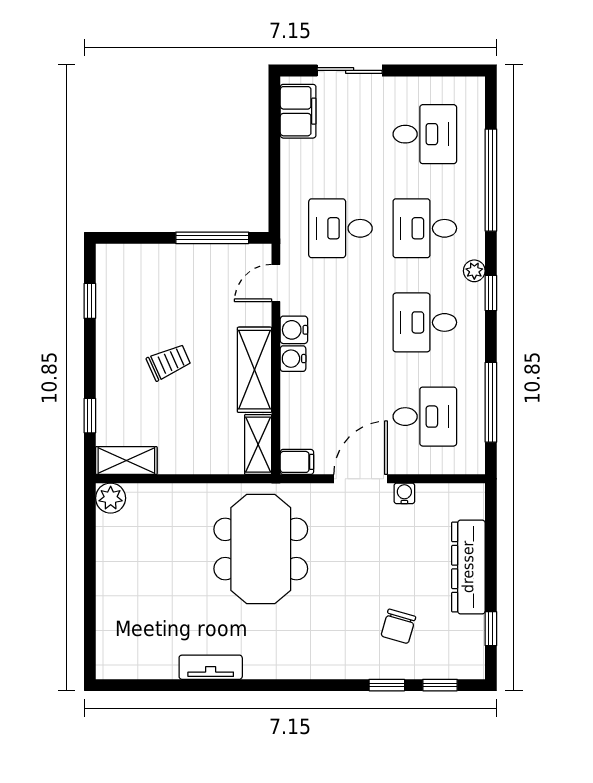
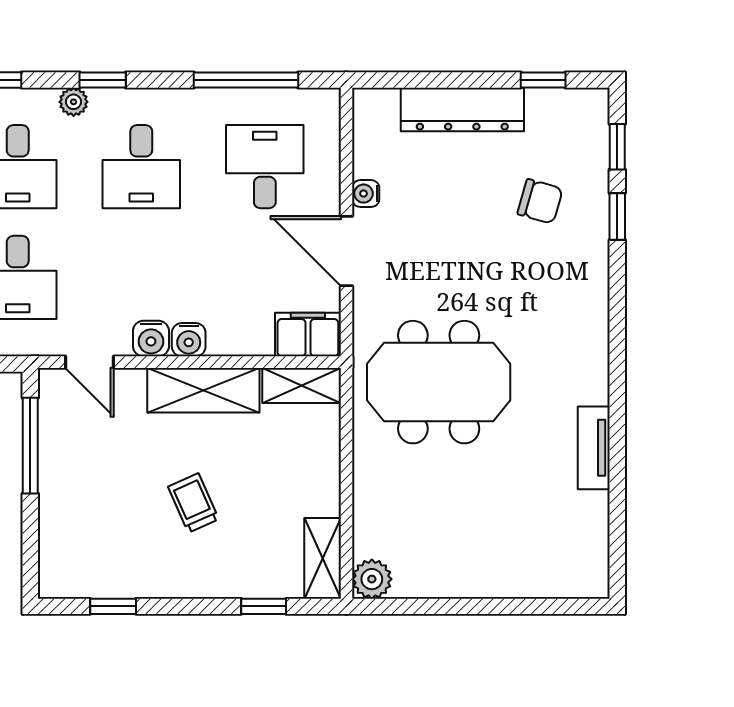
filing cabinet: (297, 462) -> (308, 335), width x2.00

